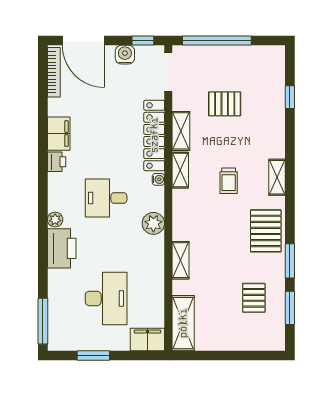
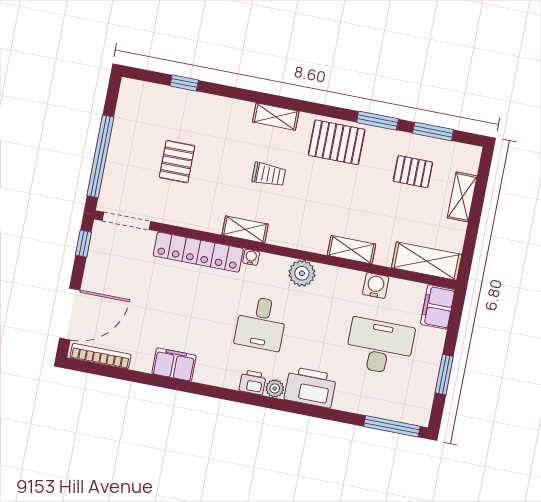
water cooler: (125, 55) -> (376, 286), moved, turned 90
shelving: (181, 131) -> (462, 197), moved, turned 90
printer: (57, 162) -> (253, 382), moved

